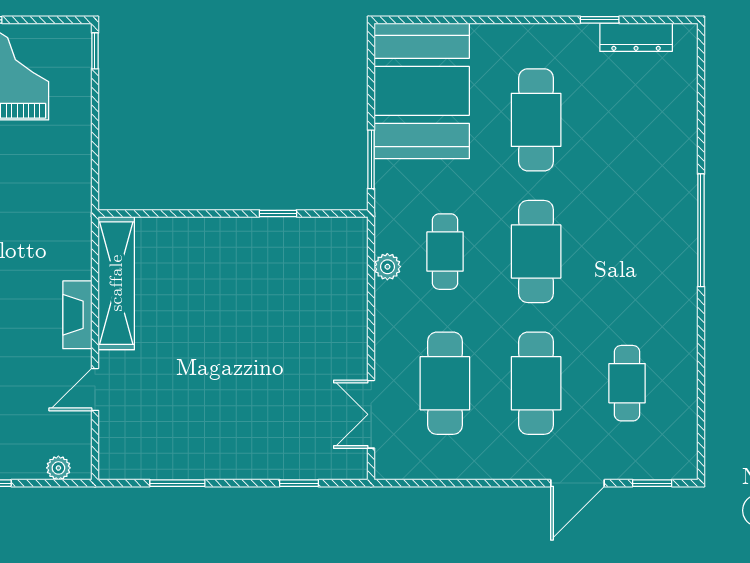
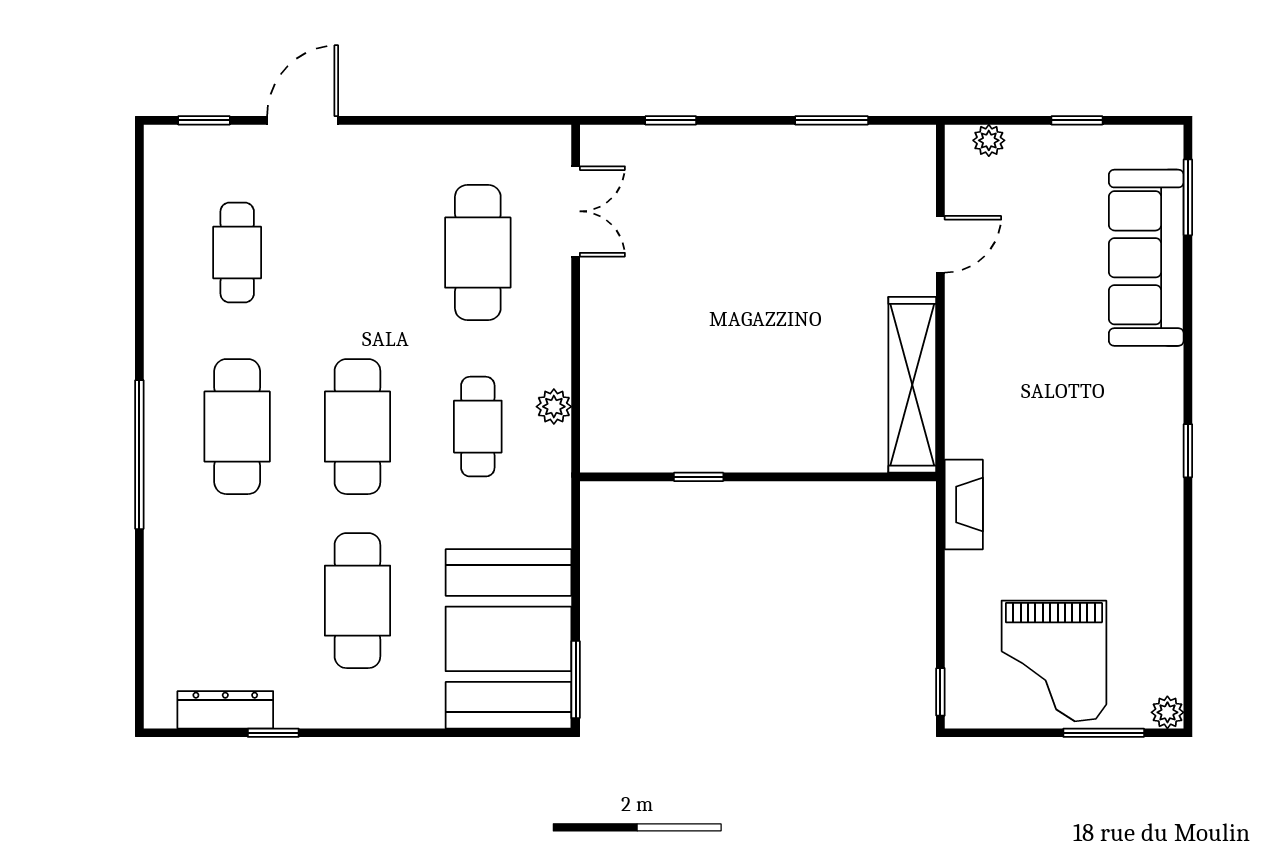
window: (371, 159) -> (576, 680), moved
fireplace: (77, 315) -> (964, 505), moved
cafe table: (536, 383) -> (237, 427), moved

